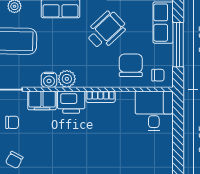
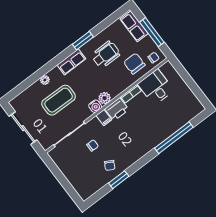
wheelchair: (106, 30) -> (106, 55), turned 43
filing cabinet: (42, 100) -> (104, 118), width x0.50
desk: (154, 111) -> (156, 87), moved

